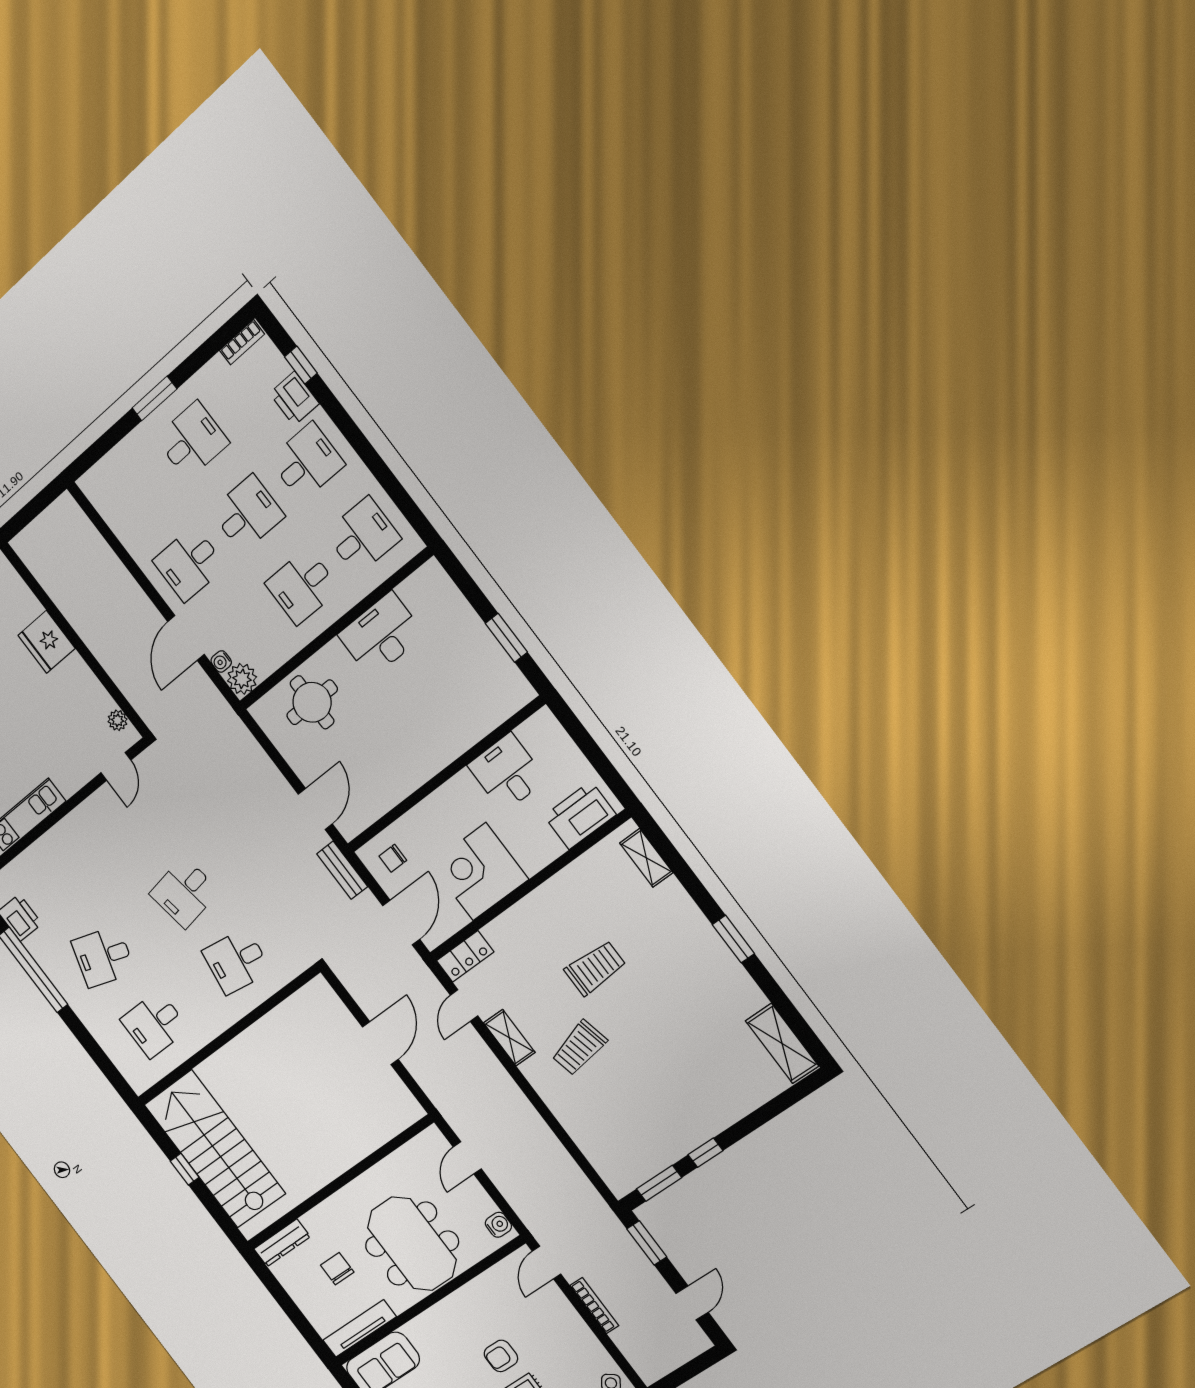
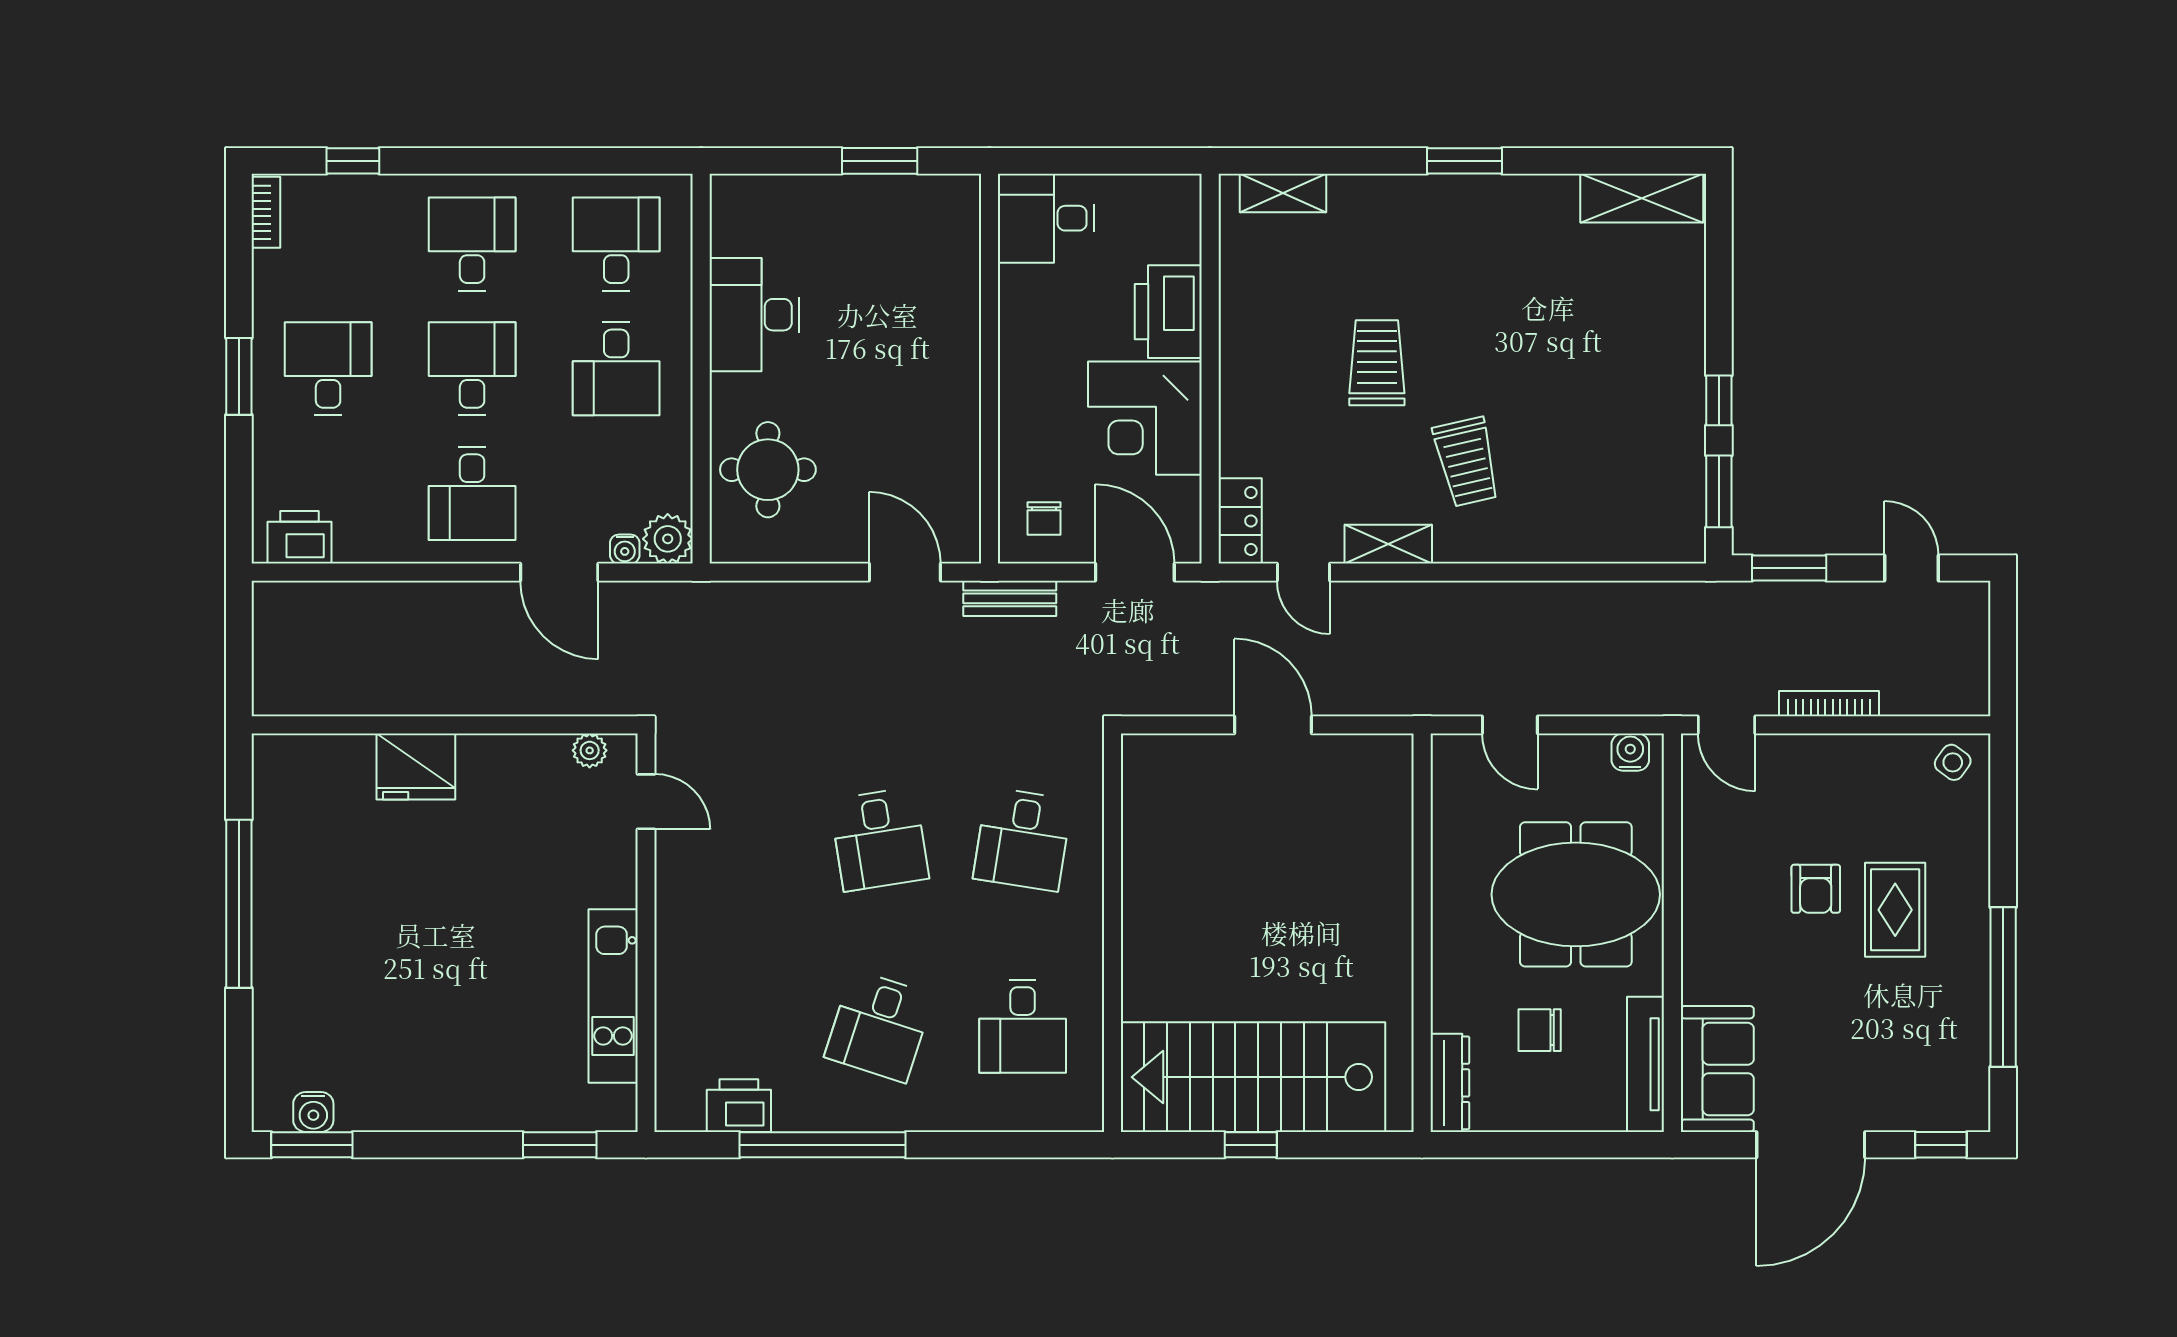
printer: (294, 398) -> (299, 537), moved, turned 180
desk: (507, 773) -> (1046, 218), moved
printer: (580, 815) -> (1168, 312), moved

